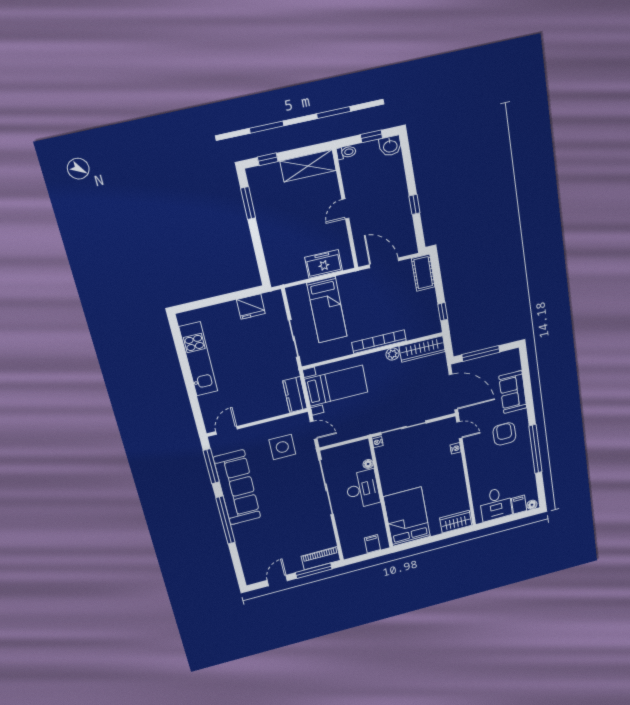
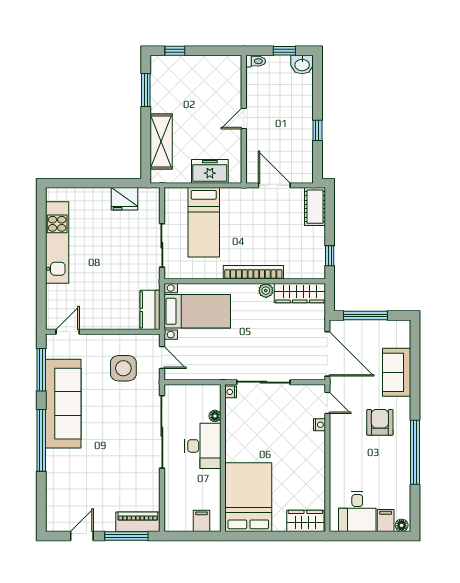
shelving: (308, 166) -> (161, 142), moved, turned 90

